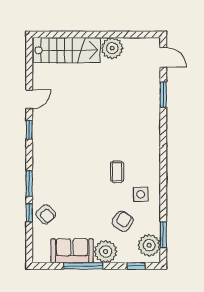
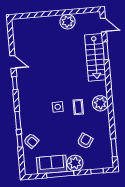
stairs: (67, 50) -> (95, 57), moved, turned 90
door: (29, 99) -> (13, 62), hinge flipped
side table: (141, 194) -> (58, 107), moved
plant: (149, 245) -> (100, 103), moved

